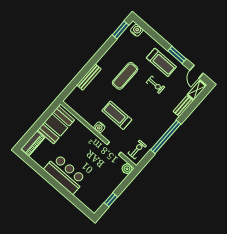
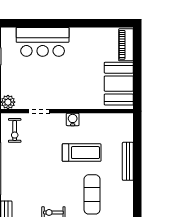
treadmill: (117, 115) -> (82, 153), moved
bar counter: (65, 174) -> (43, 42), moved

